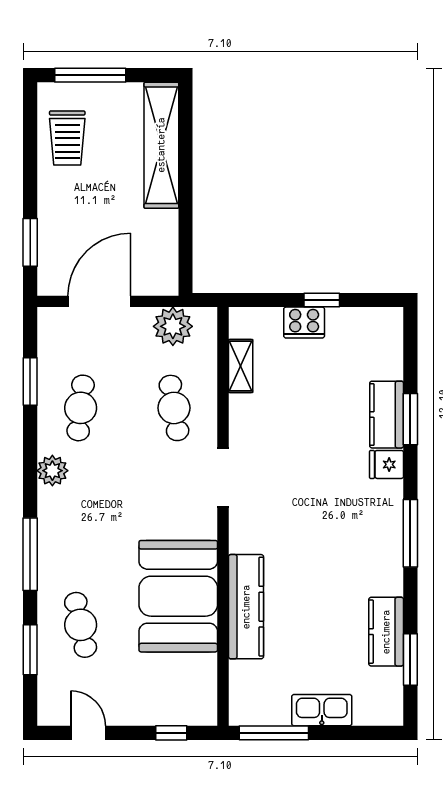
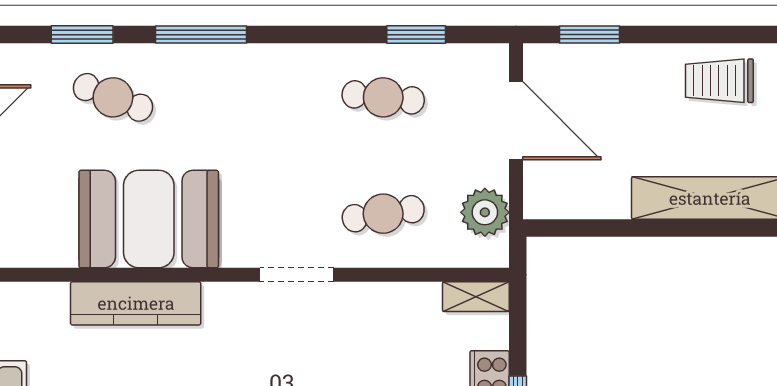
shelving: (241, 366) -> (476, 297), moved
plant: (52, 471) -> (305, 62), removed
cafe table: (81, 625) -> (113, 97), turned 33

